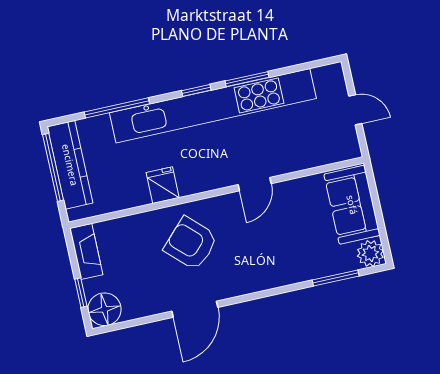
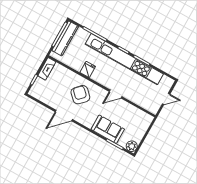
door: (355, 110) -> (166, 99), hinge flipped
sofa: (352, 205) -> (108, 129), moved, turned 90
floor lamp: (104, 309) -> (37, 91), removed

